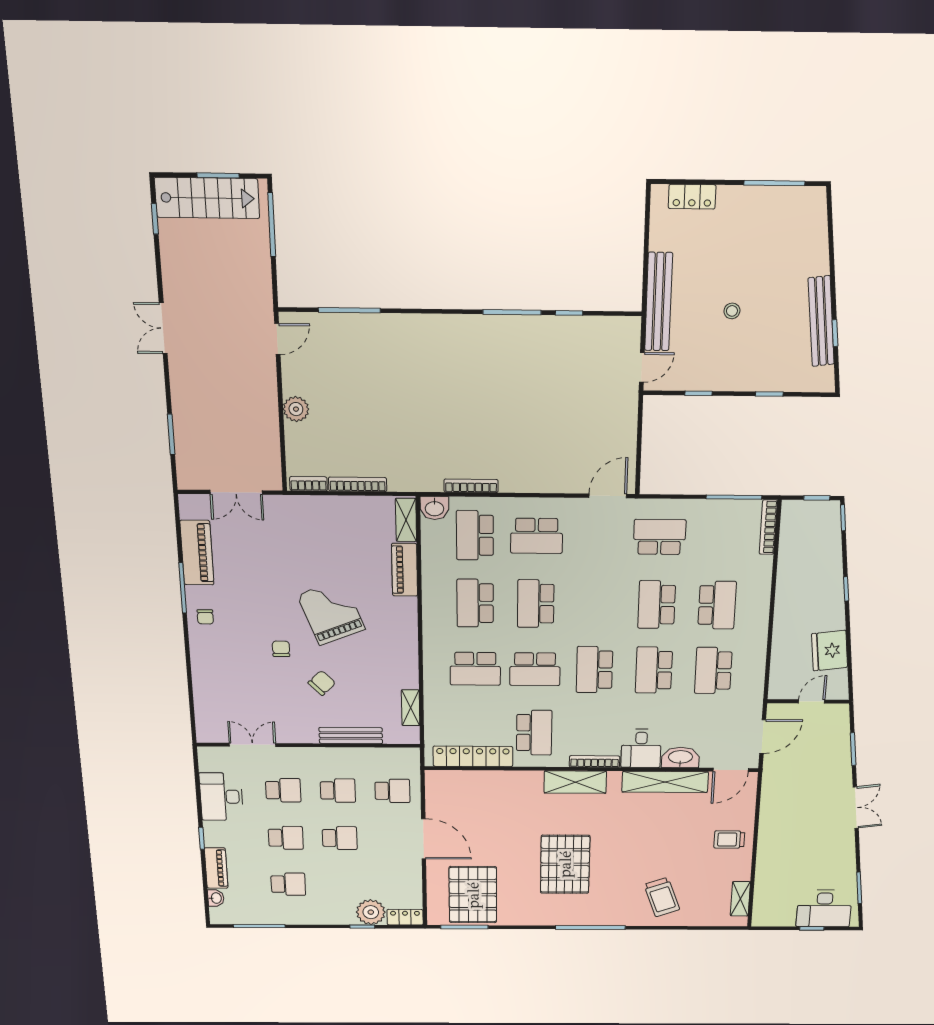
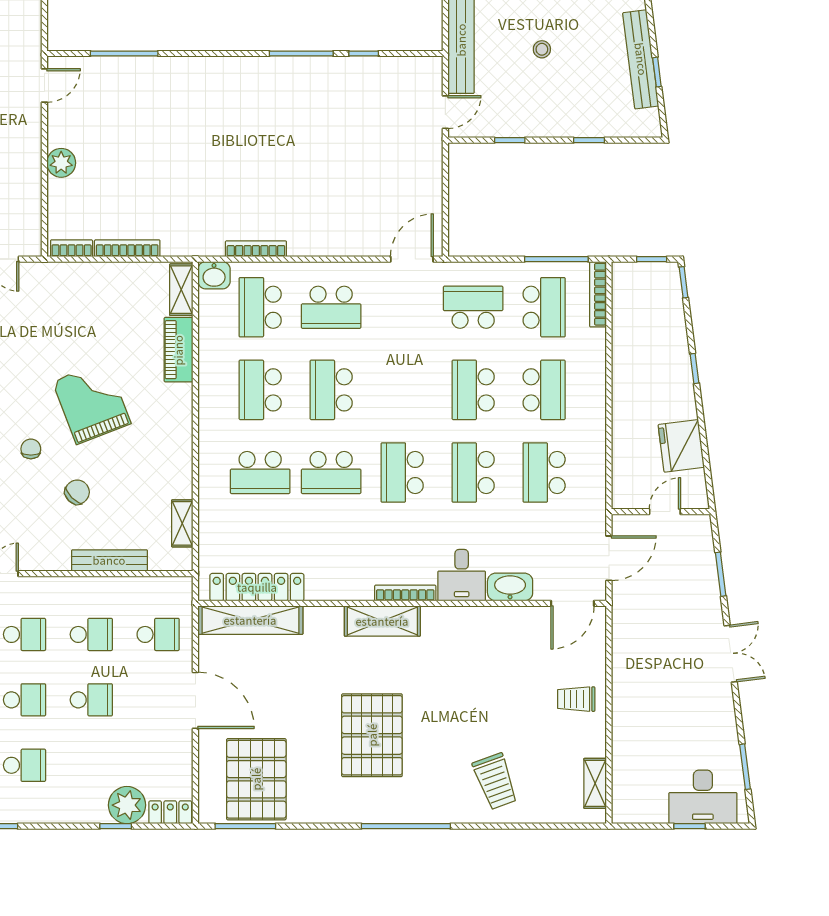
school desk: (534, 733) -> (544, 307), moved
shelving: (665, 782) -> (250, 620), moved

